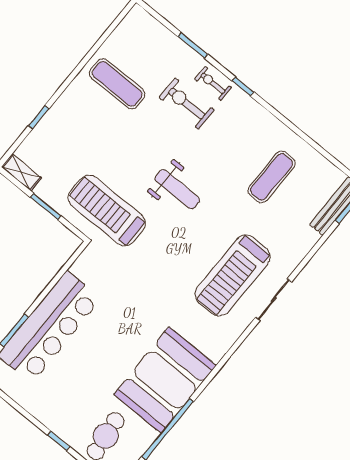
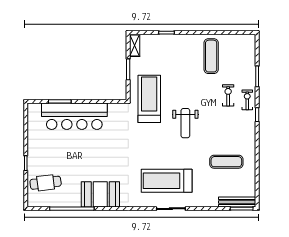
exercise bike: (187, 104) -> (228, 95), width x0.73, depth x0.72
booth: (165, 380) -> (100, 194), width x0.73, depth x0.70

